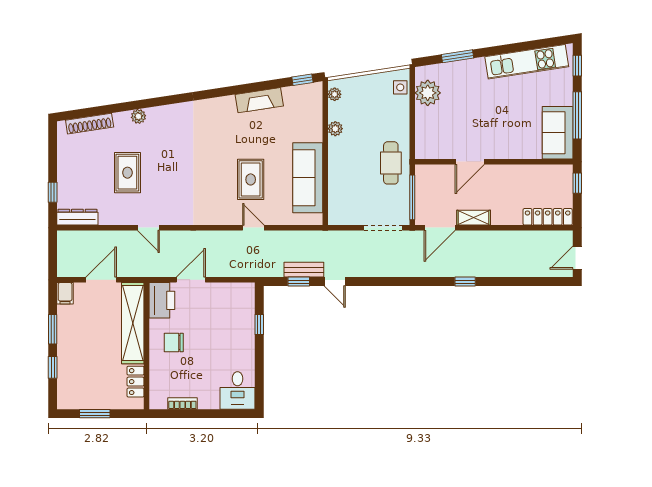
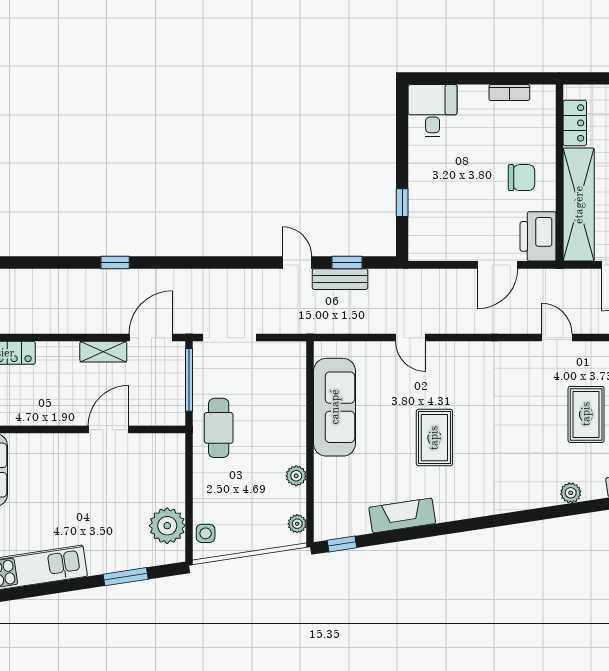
rug: (251, 179) -> (434, 438), moved

